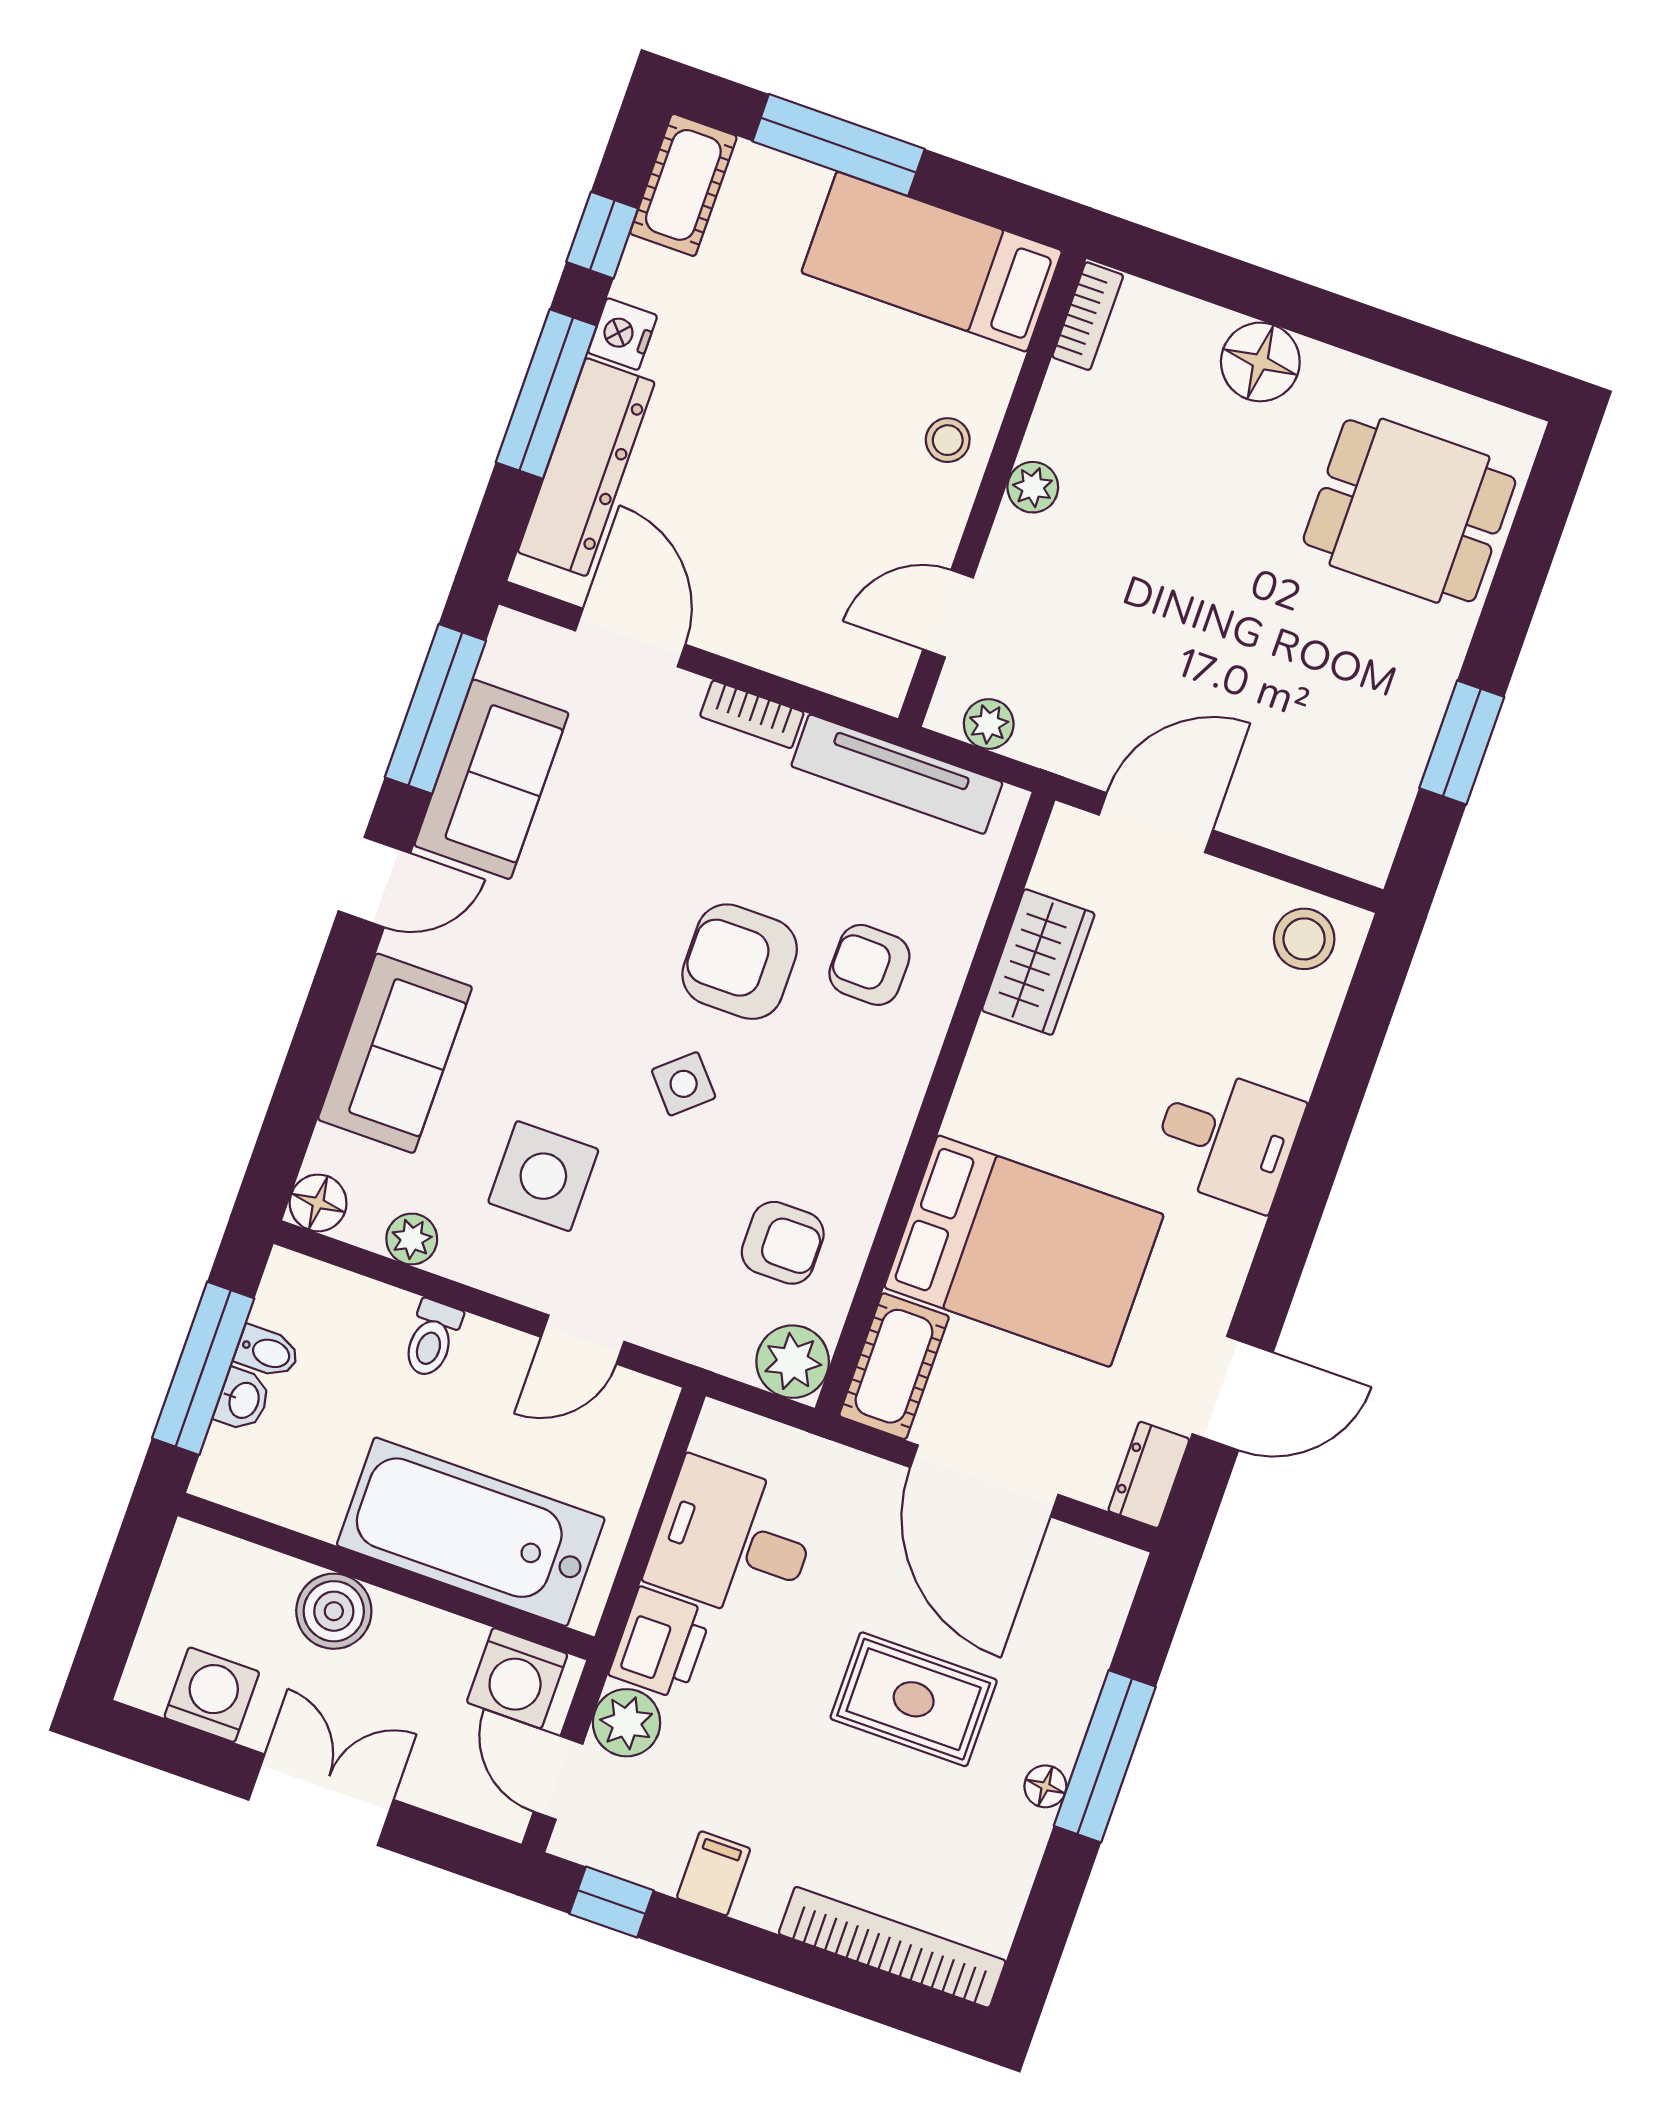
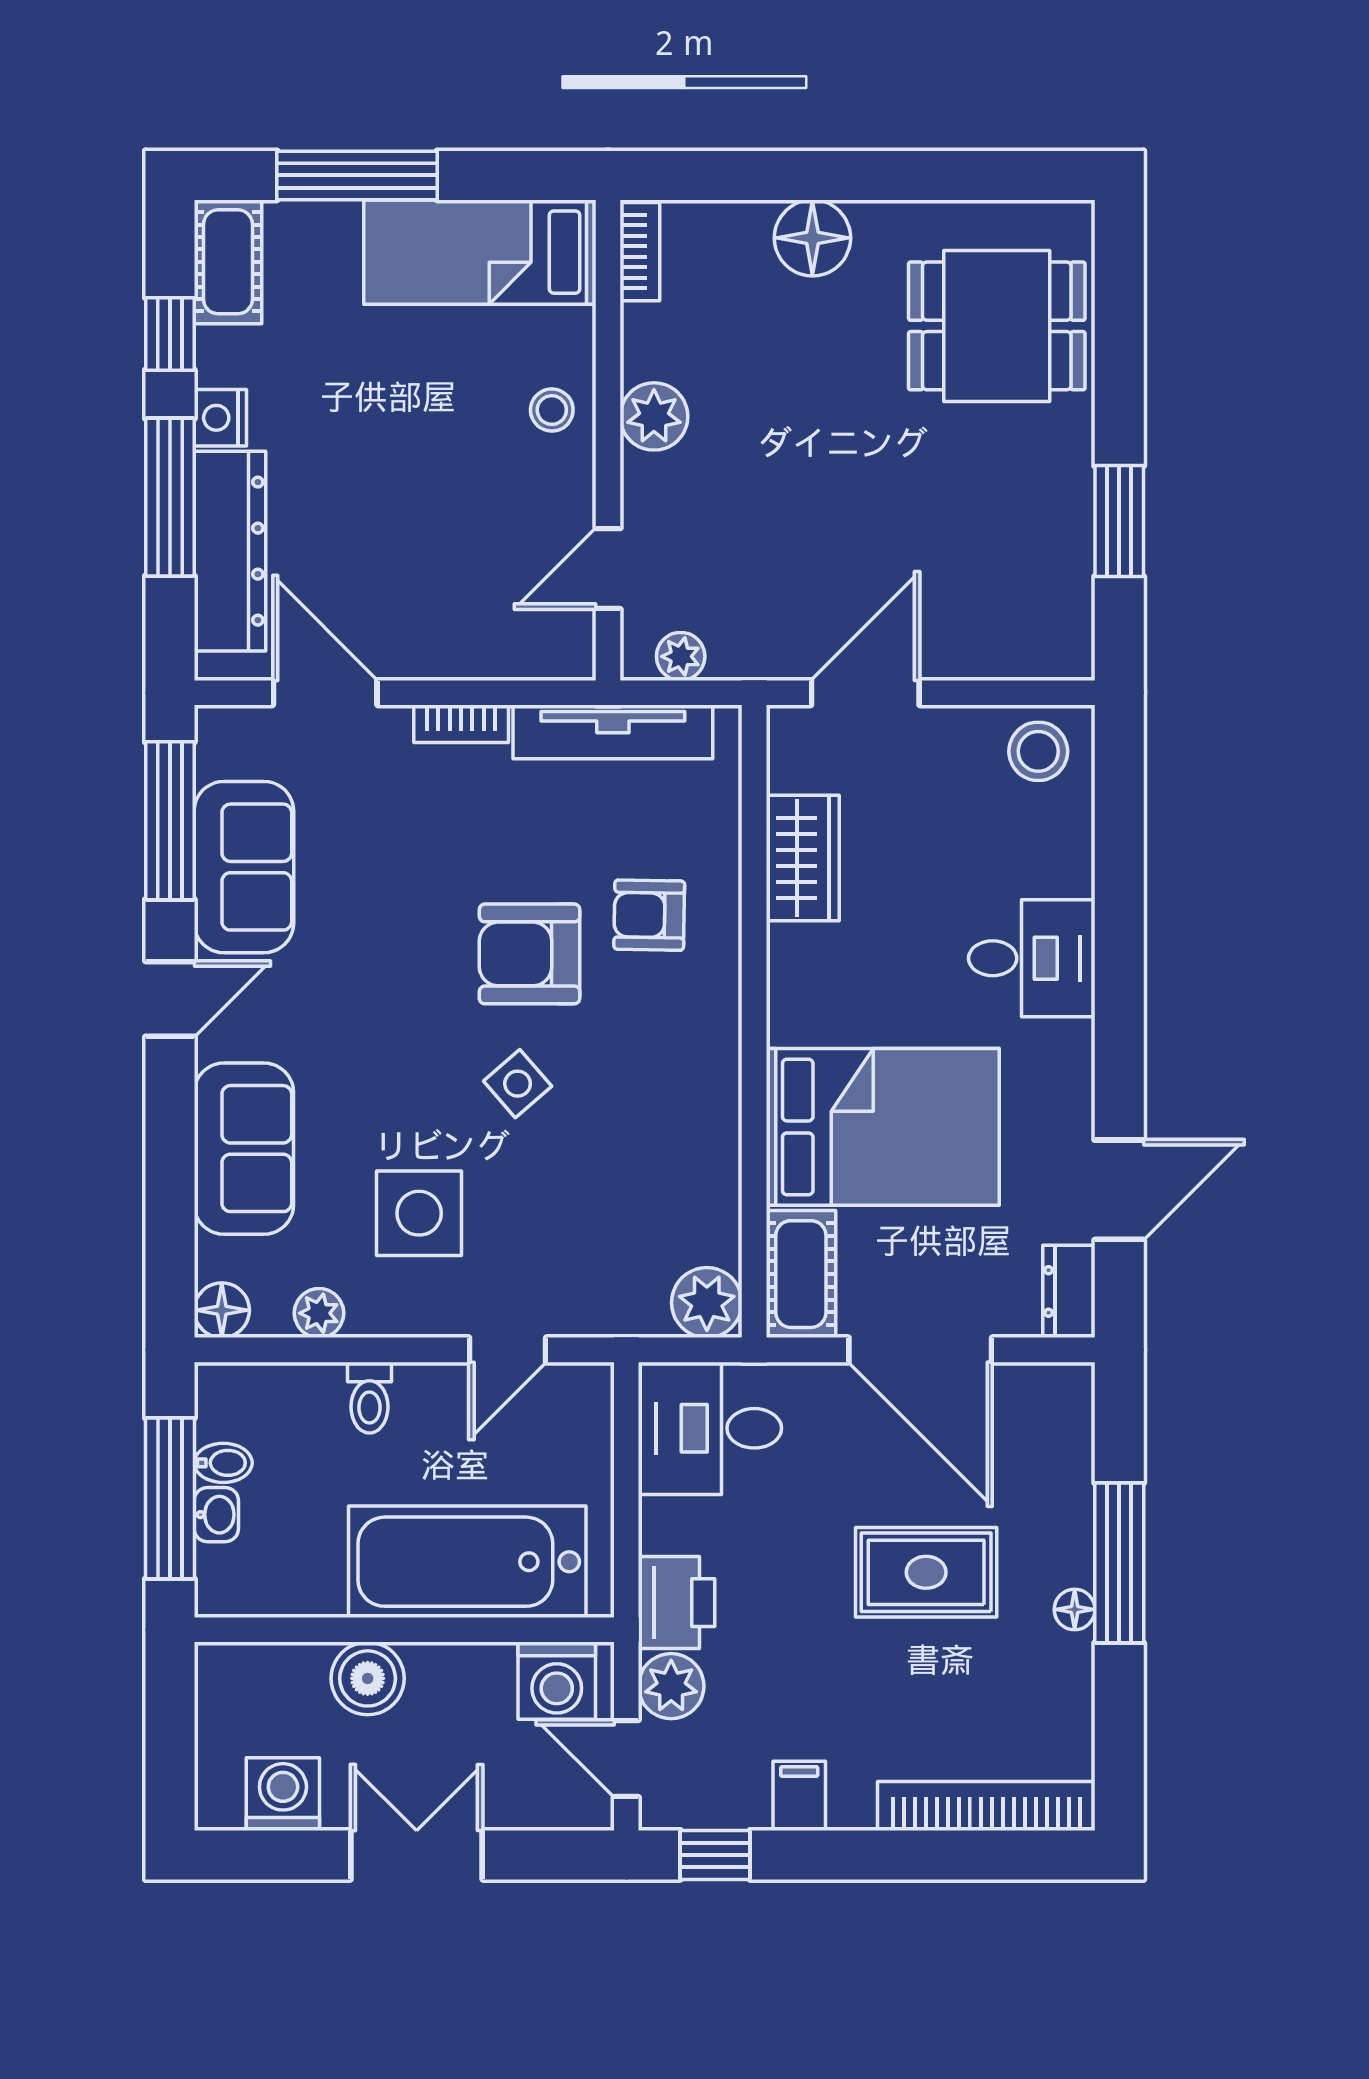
plant: (1033, 487) -> (654, 416), width x1.38, depth x1.38
armchair: (783, 1243) -> (659, 1197), removed
desk: (733, 1541) -> (710, 1428), moved

